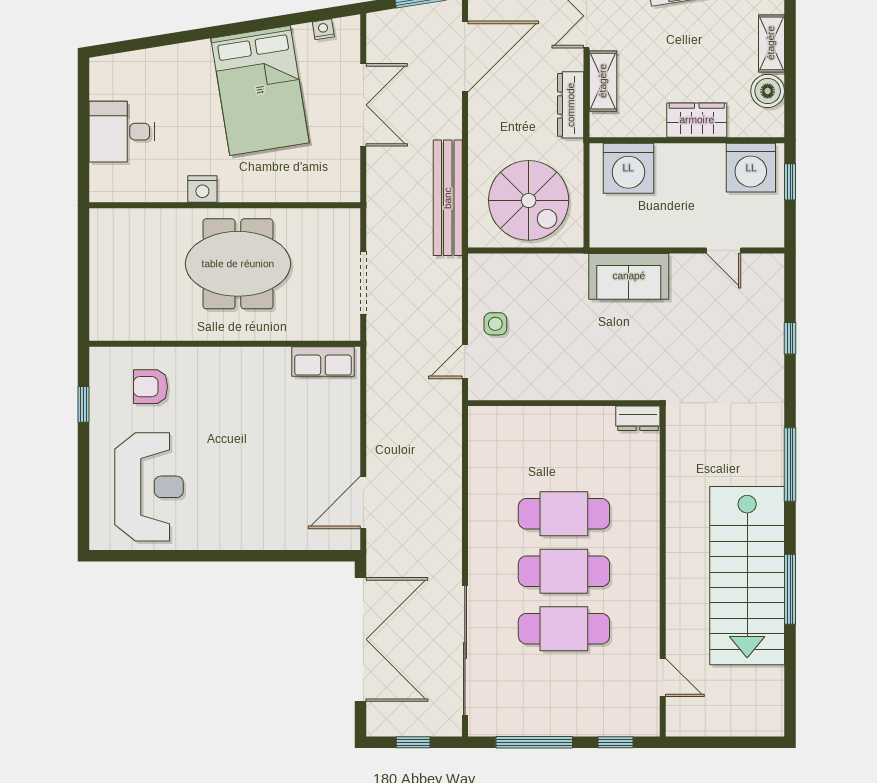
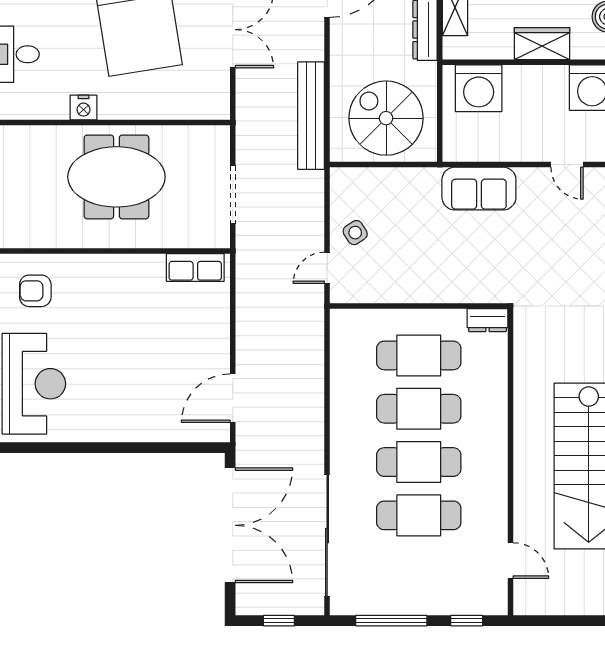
spiral stairs: (529, 200) -> (386, 118), turned 180
side table: (495, 324) -> (355, 233), turned -33
cafe table: (564, 456) -> (419, 355), added

